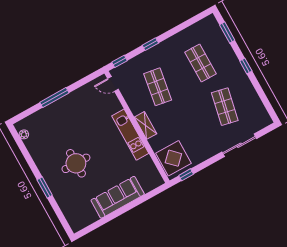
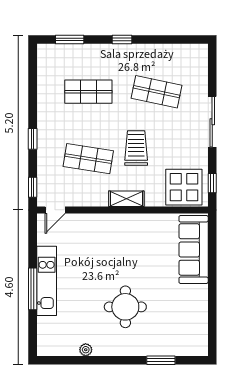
trolley: (181, 114) -> (136, 148), added
plant: (24, 134) -> (86, 350), moved
kitchen unit: (130, 135) -> (47, 281), moved, turned -90
sliding door: (239, 145) -> (212, 122), moved
window: (45, 187) -> (161, 360), moved
sofa: (118, 197) -> (194, 249), moved

